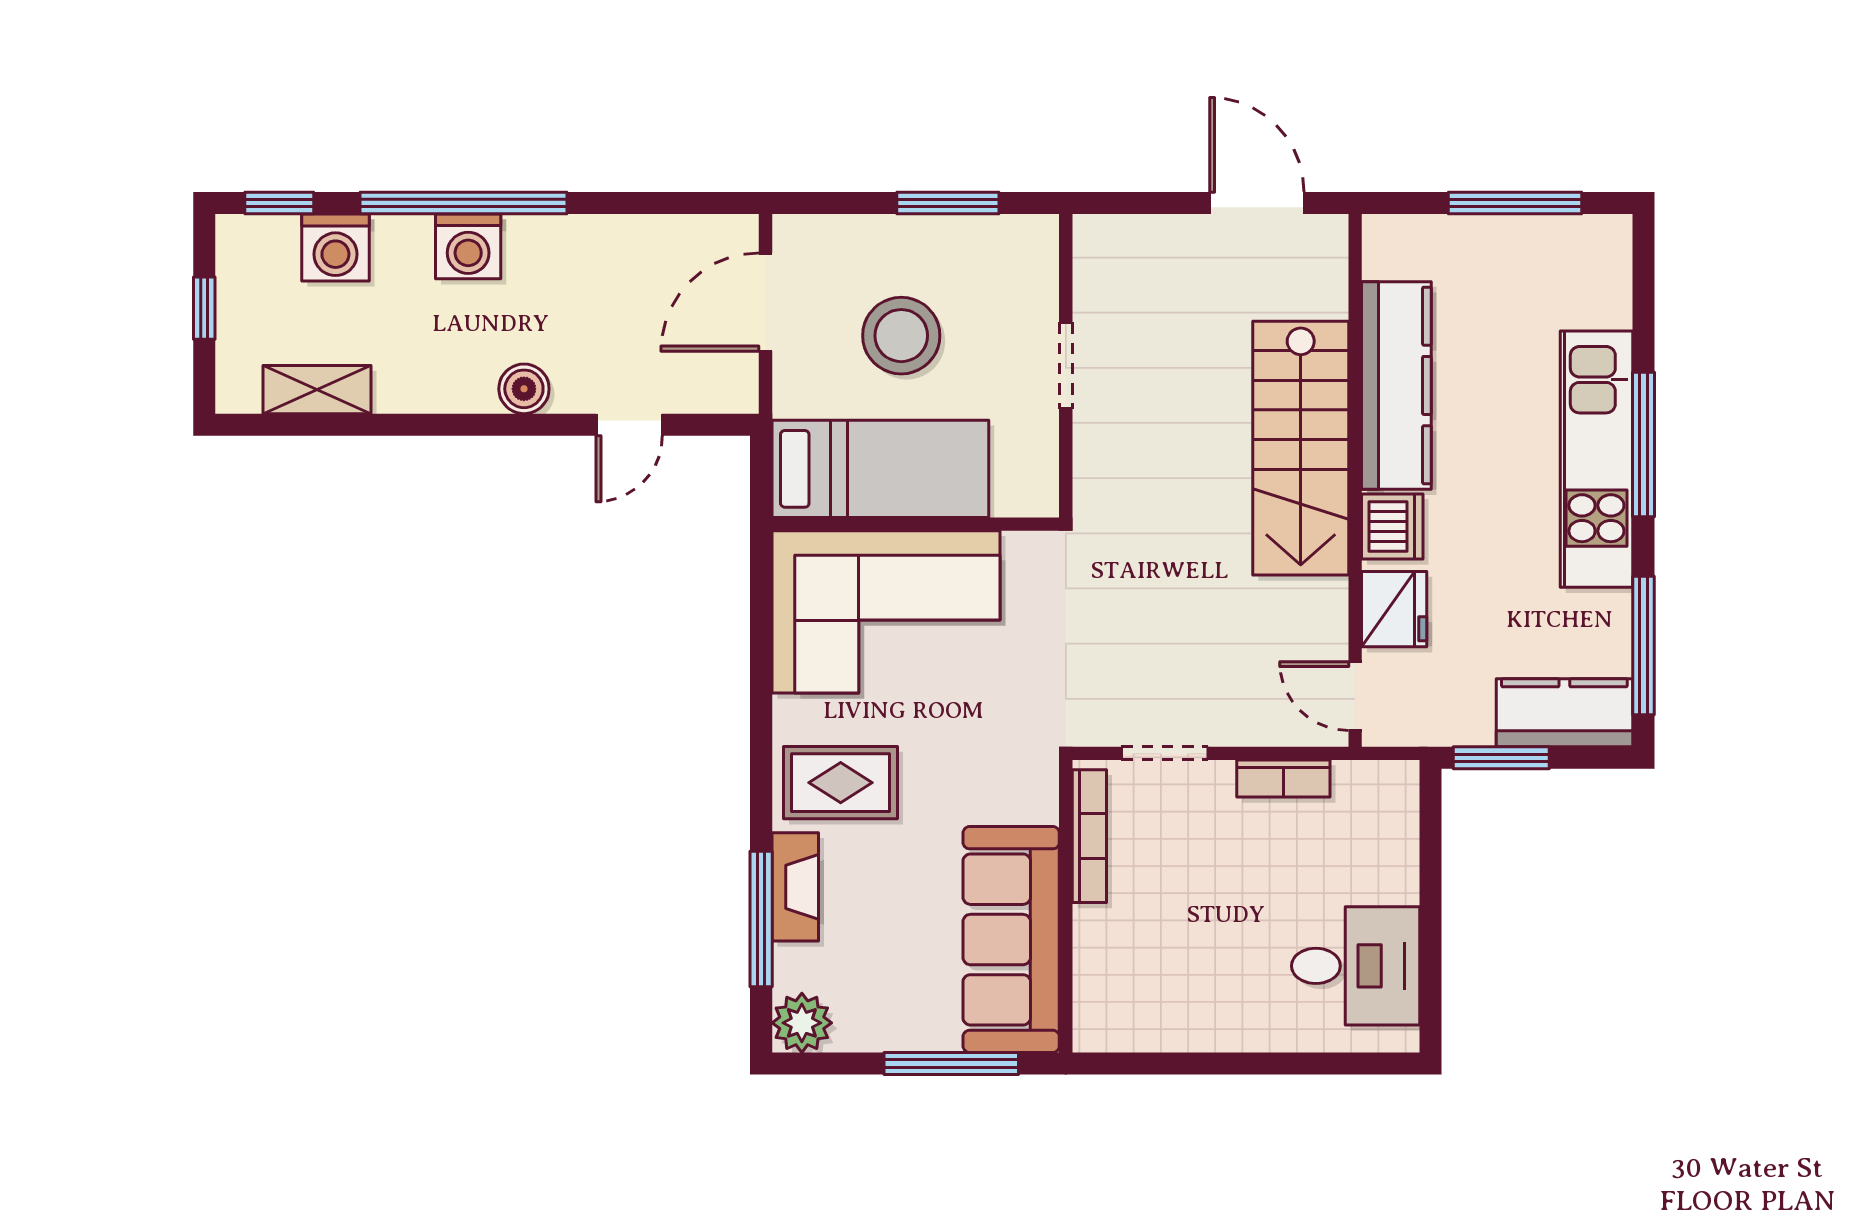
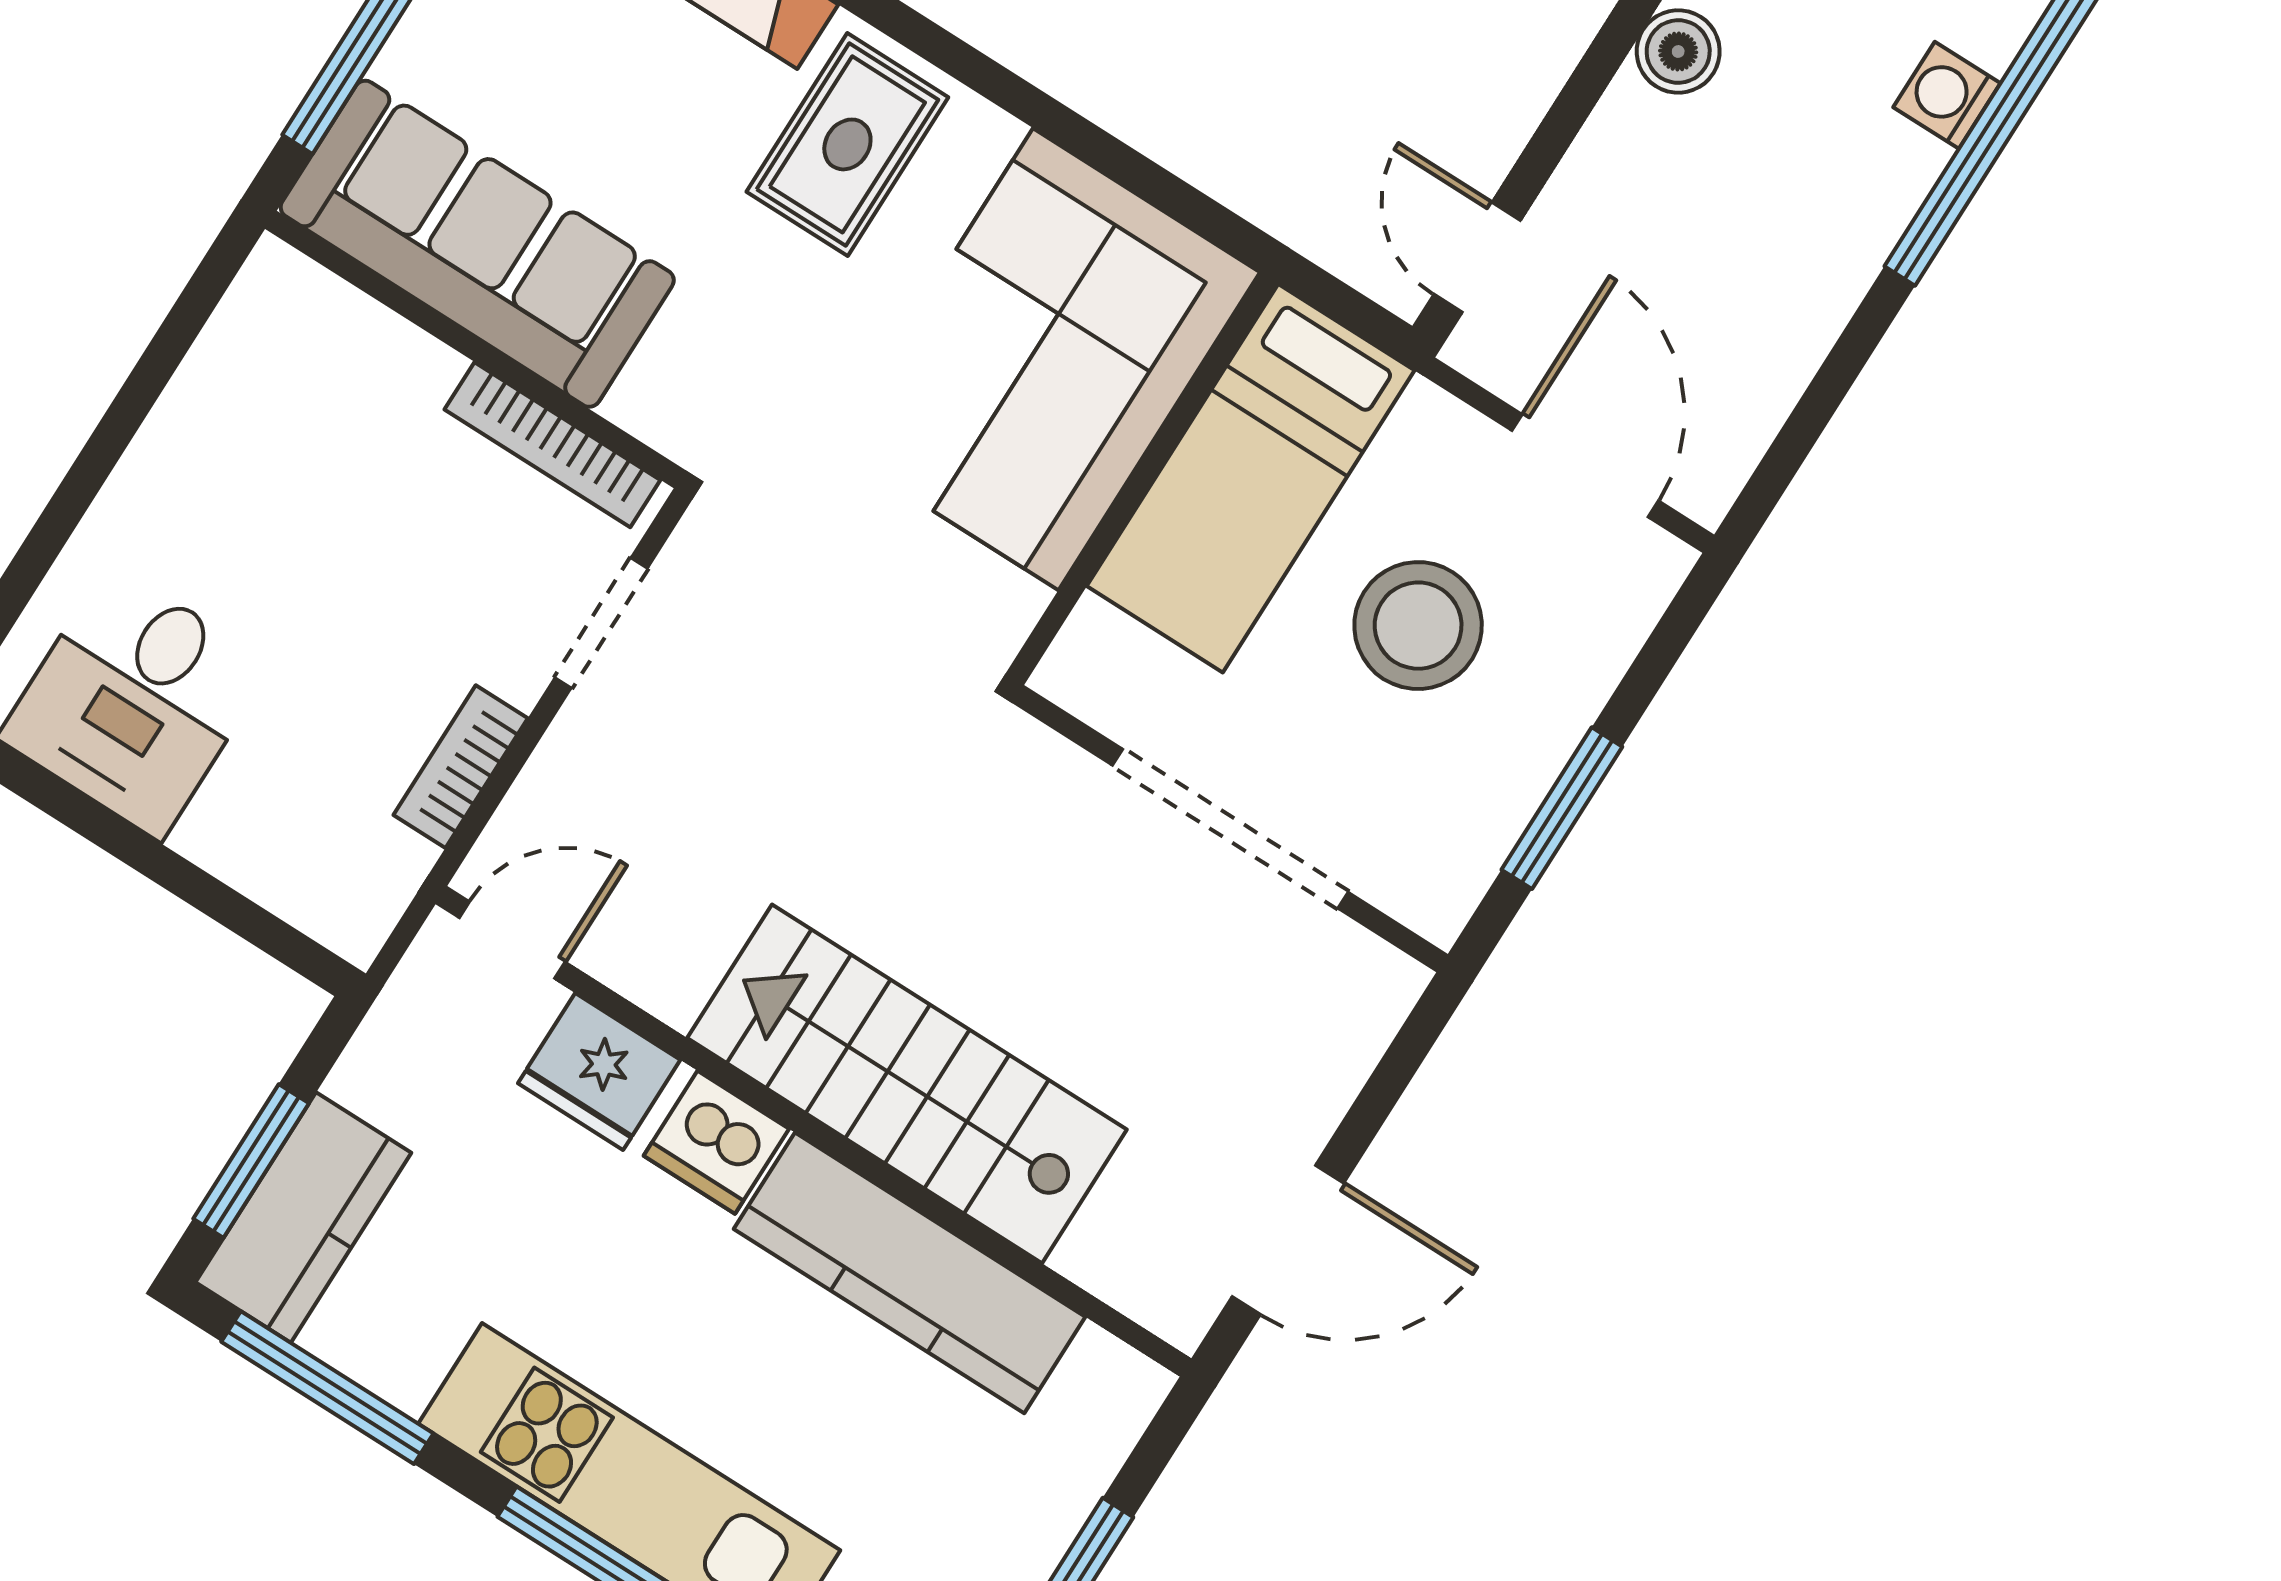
washing machine: (468, 246) -> (1947, 95), width x0.73, depth x0.73
doorway: (1066, 366) -> (1230, 829), width x1.88
door: (629, 425) -> (1477, 257), moved
window: (1501, 758) -> (251, 1161), moved

